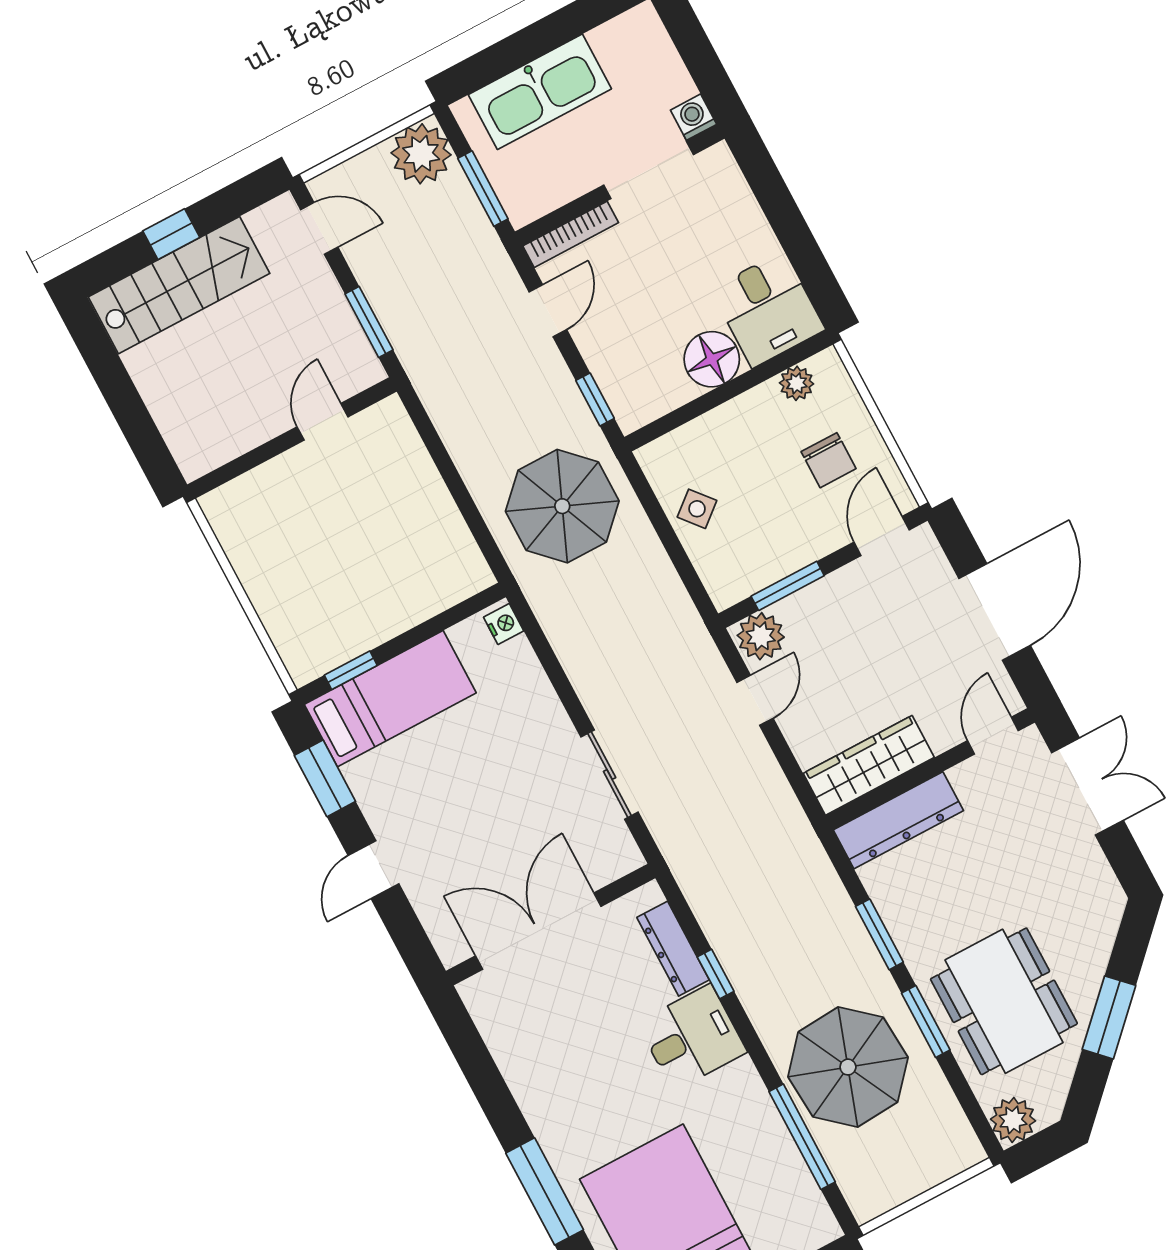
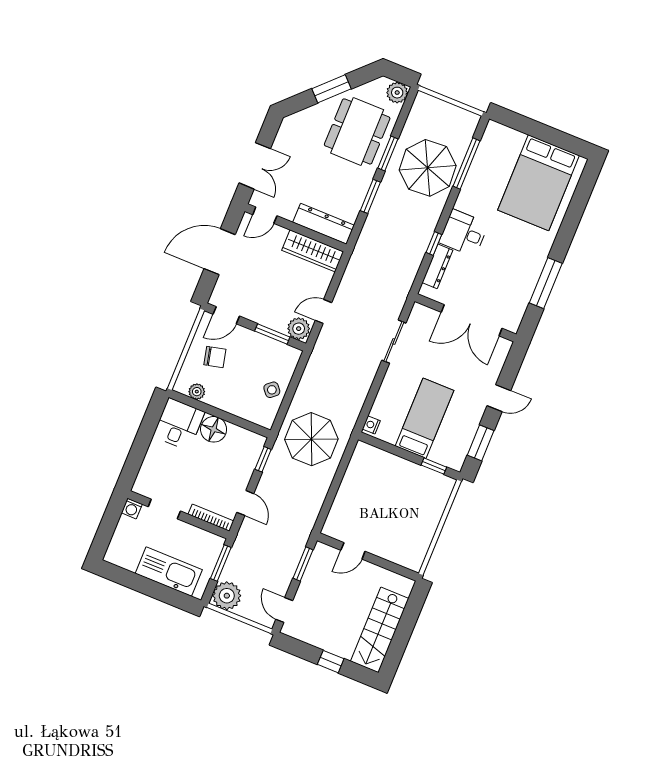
doorway: (649, 170) -> (164, 509), width x0.73
stairs: (179, 285) -> (380, 630), moved, turned -90
door: (548, 311) -> (245, 503), swing flipped
chair: (829, 460) -> (215, 357), turned 77
bed: (390, 699) -> (425, 418), moved, turned 90
double door: (1087, 787) -> (255, 166), swing flipped
window: (545, 1191) -> (546, 283), moved

